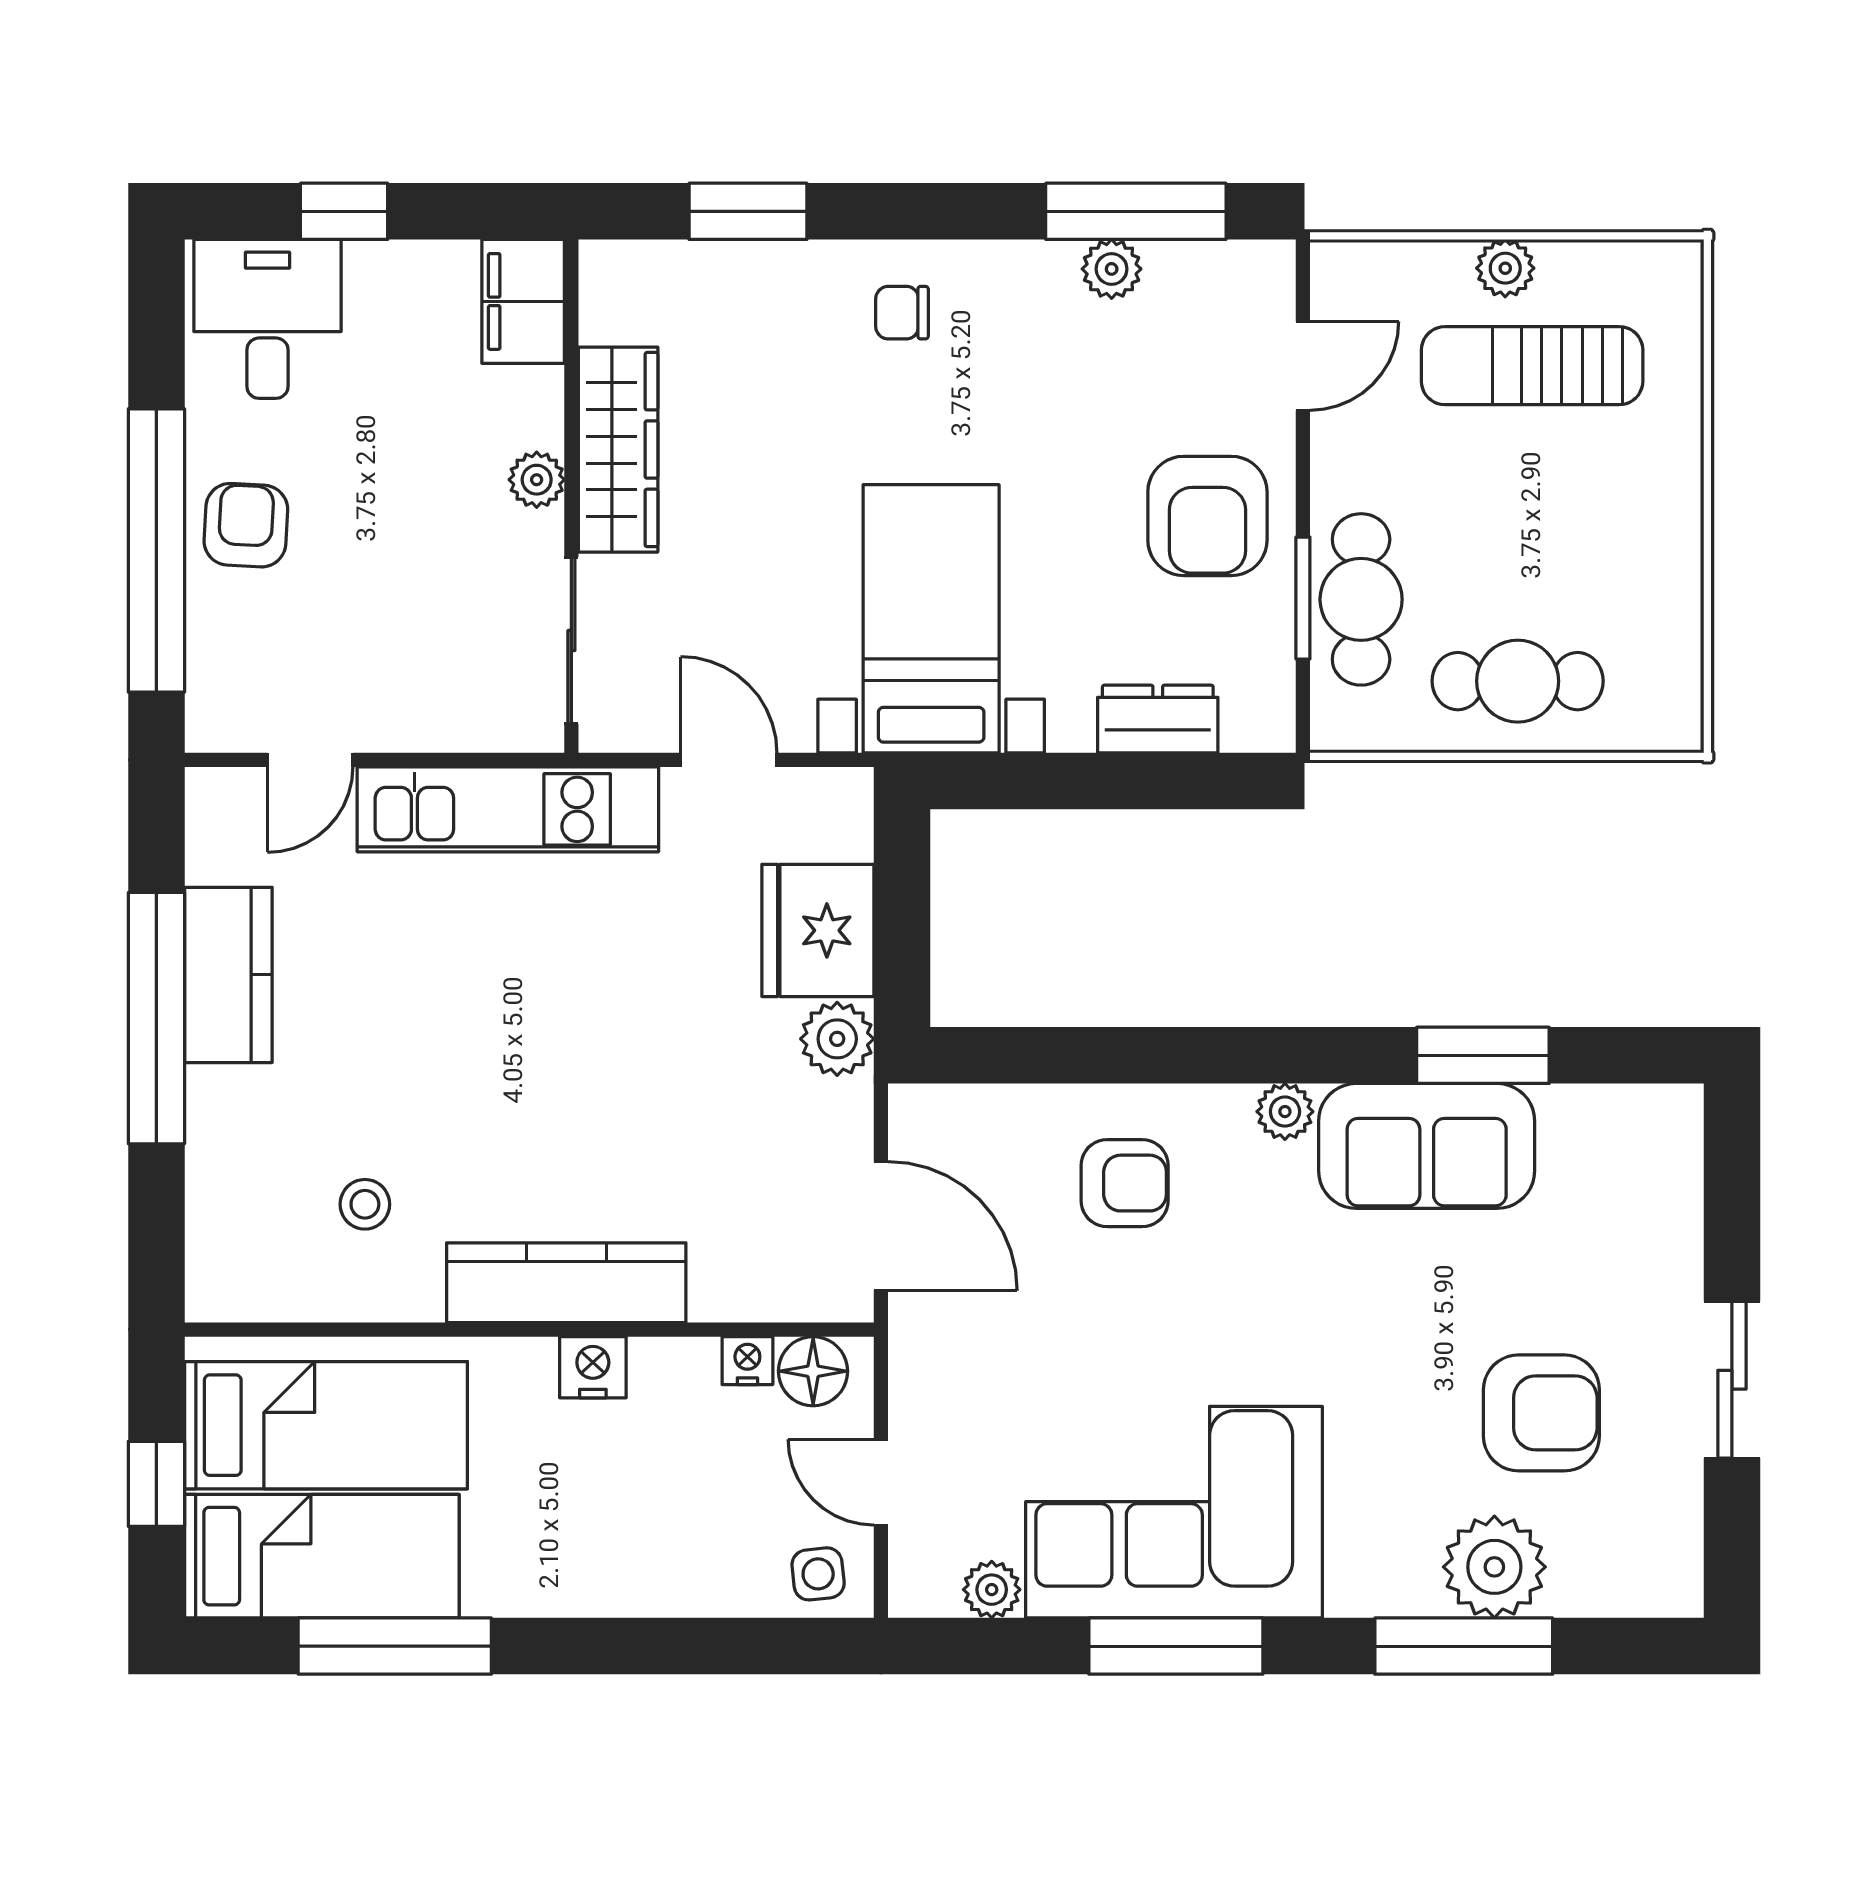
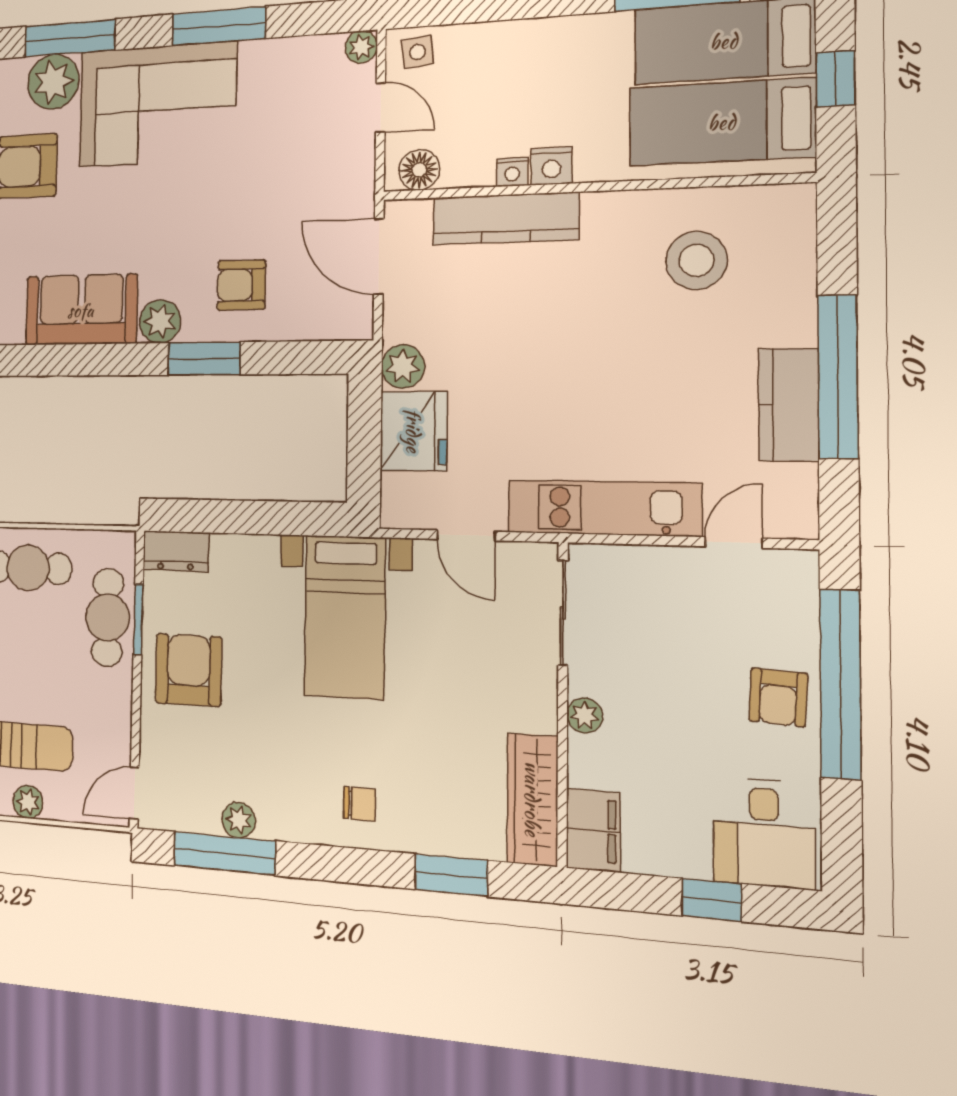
door: (1303, 366) -> (134, 793), moved
wardrobe: (618, 450) -> (533, 799), moved
dresser: (1158, 719) -> (176, 551), moved
window: (1483, 1055) -> (204, 359), moved
plant: (1285, 1112) -> (160, 321), width x1.38, depth x1.38
stool: (365, 1204) -> (696, 260), width x1.89, depth x1.89
kitchen counter: (566, 1283) -> (505, 219), moved
nightstand: (747, 1361) -> (512, 172), moved
corner sofa: (1174, 1512) -> (157, 105), moved
plant: (992, 1590) -> (361, 47), moved

